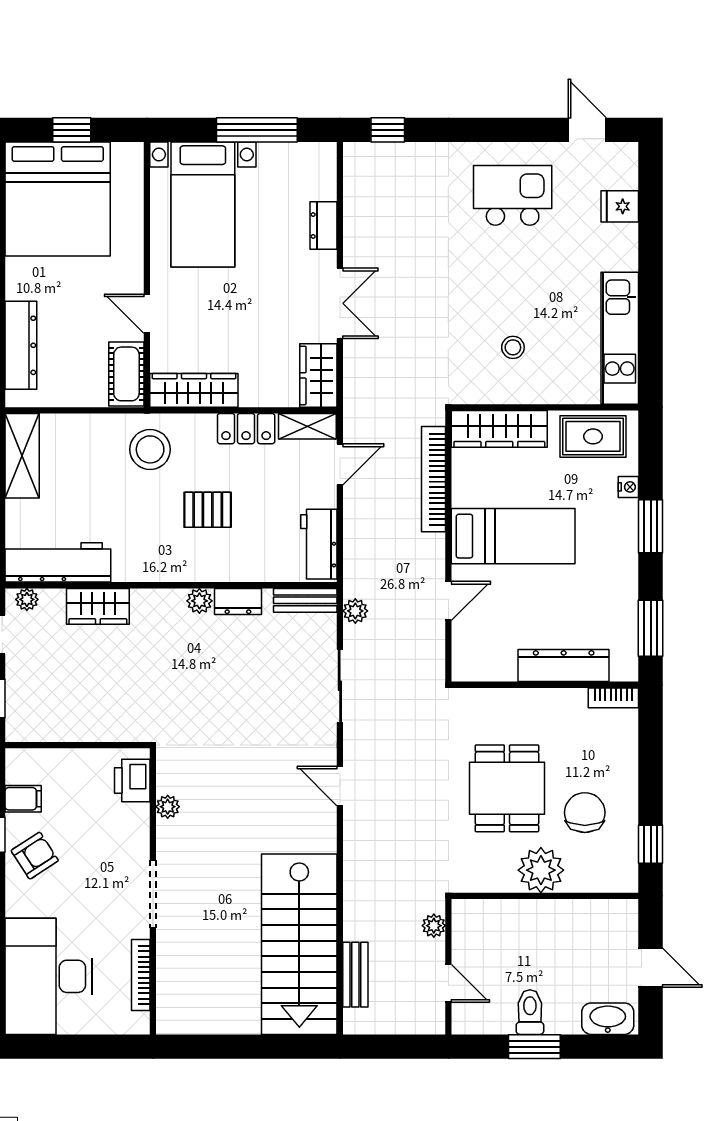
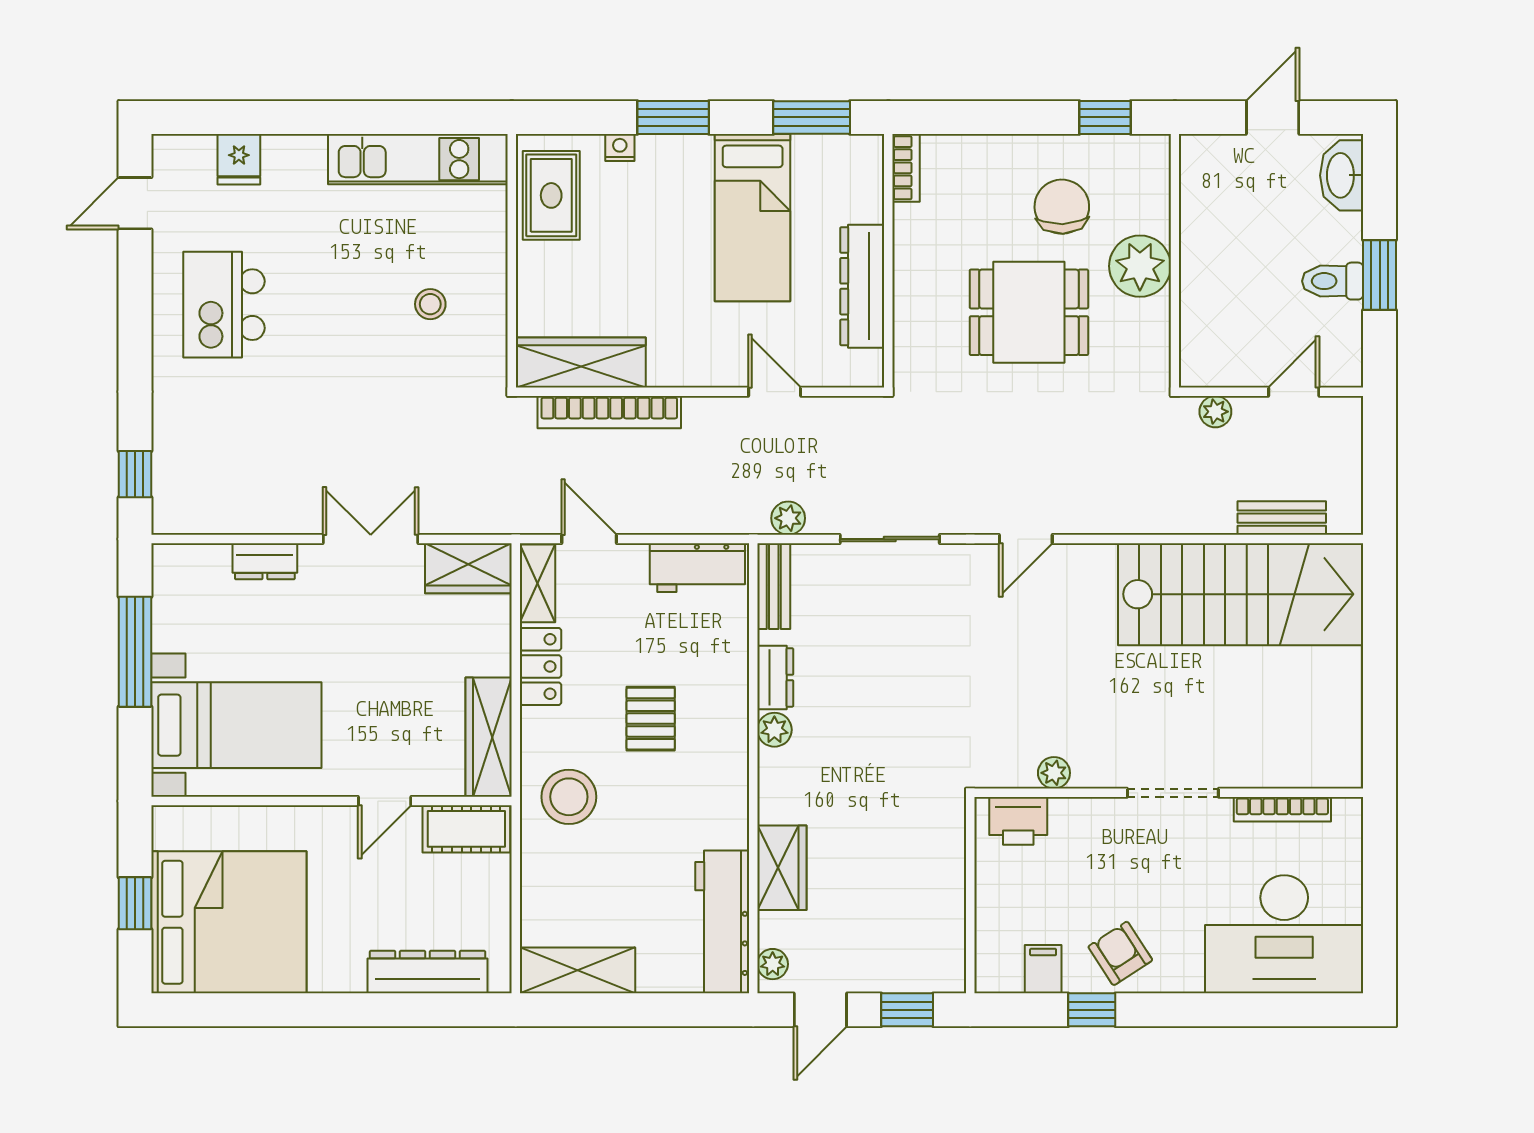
wardrobe: (499, 429) -> (581, 362), moved, turned -90
bed: (513, 536) -> (753, 218), moved, turned 180
dresser: (564, 666) -> (862, 286), moved
chair: (585, 813) -> (1062, 207), turned 88

